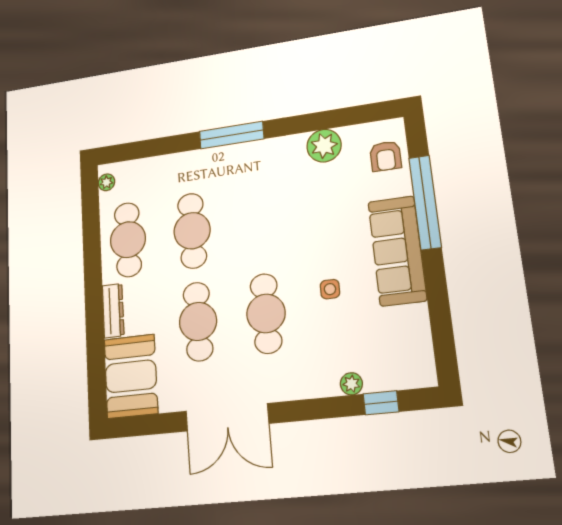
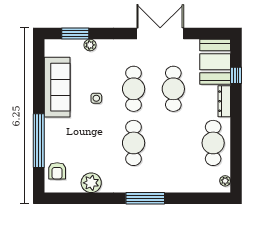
armchair: (386, 156) -> (57, 171), turned 180
cafe table: (192, 231) -> (134, 143), moved
sofa: (397, 251) -> (57, 87), moved
window: (96, 356) -> (236, 75), added
window: (381, 403) -> (75, 33), width x1.50

